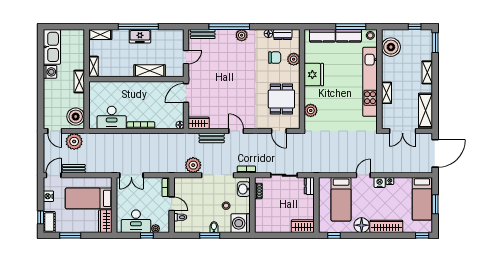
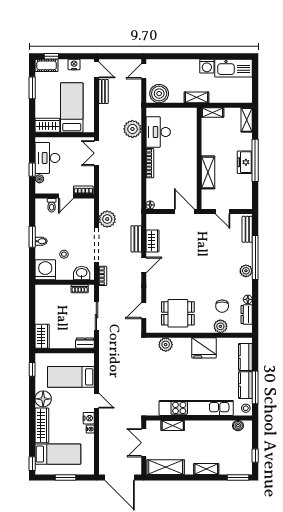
boiler: (391, 47) -> (238, 426), width x0.54, depth x0.54
shelving: (386, 93) -> (173, 425), moved
wardrobe: (199, 123) -> (152, 241), moved
plant: (74, 141) -> (132, 129), moved
bed: (422, 199) -> (58, 454), moved, turned 180

